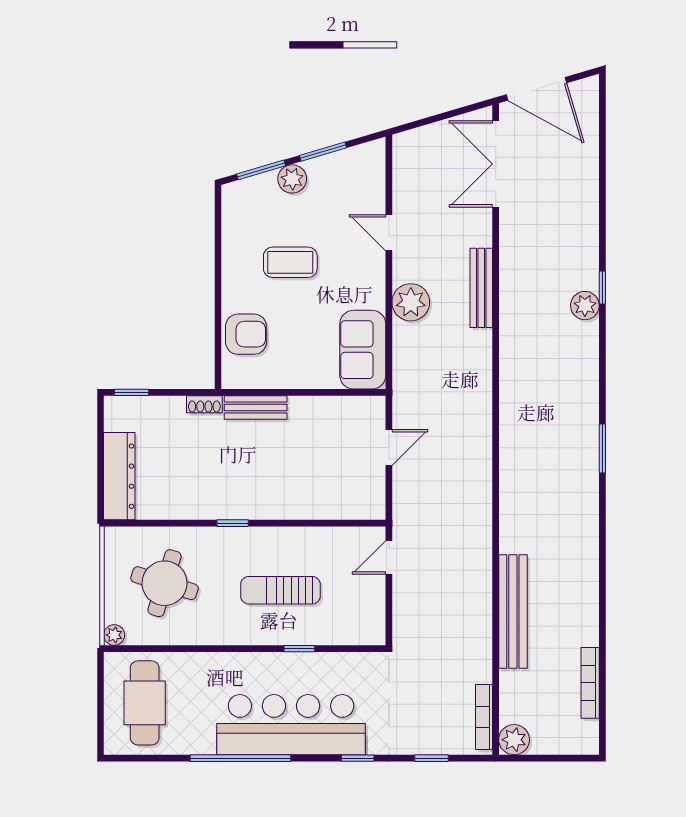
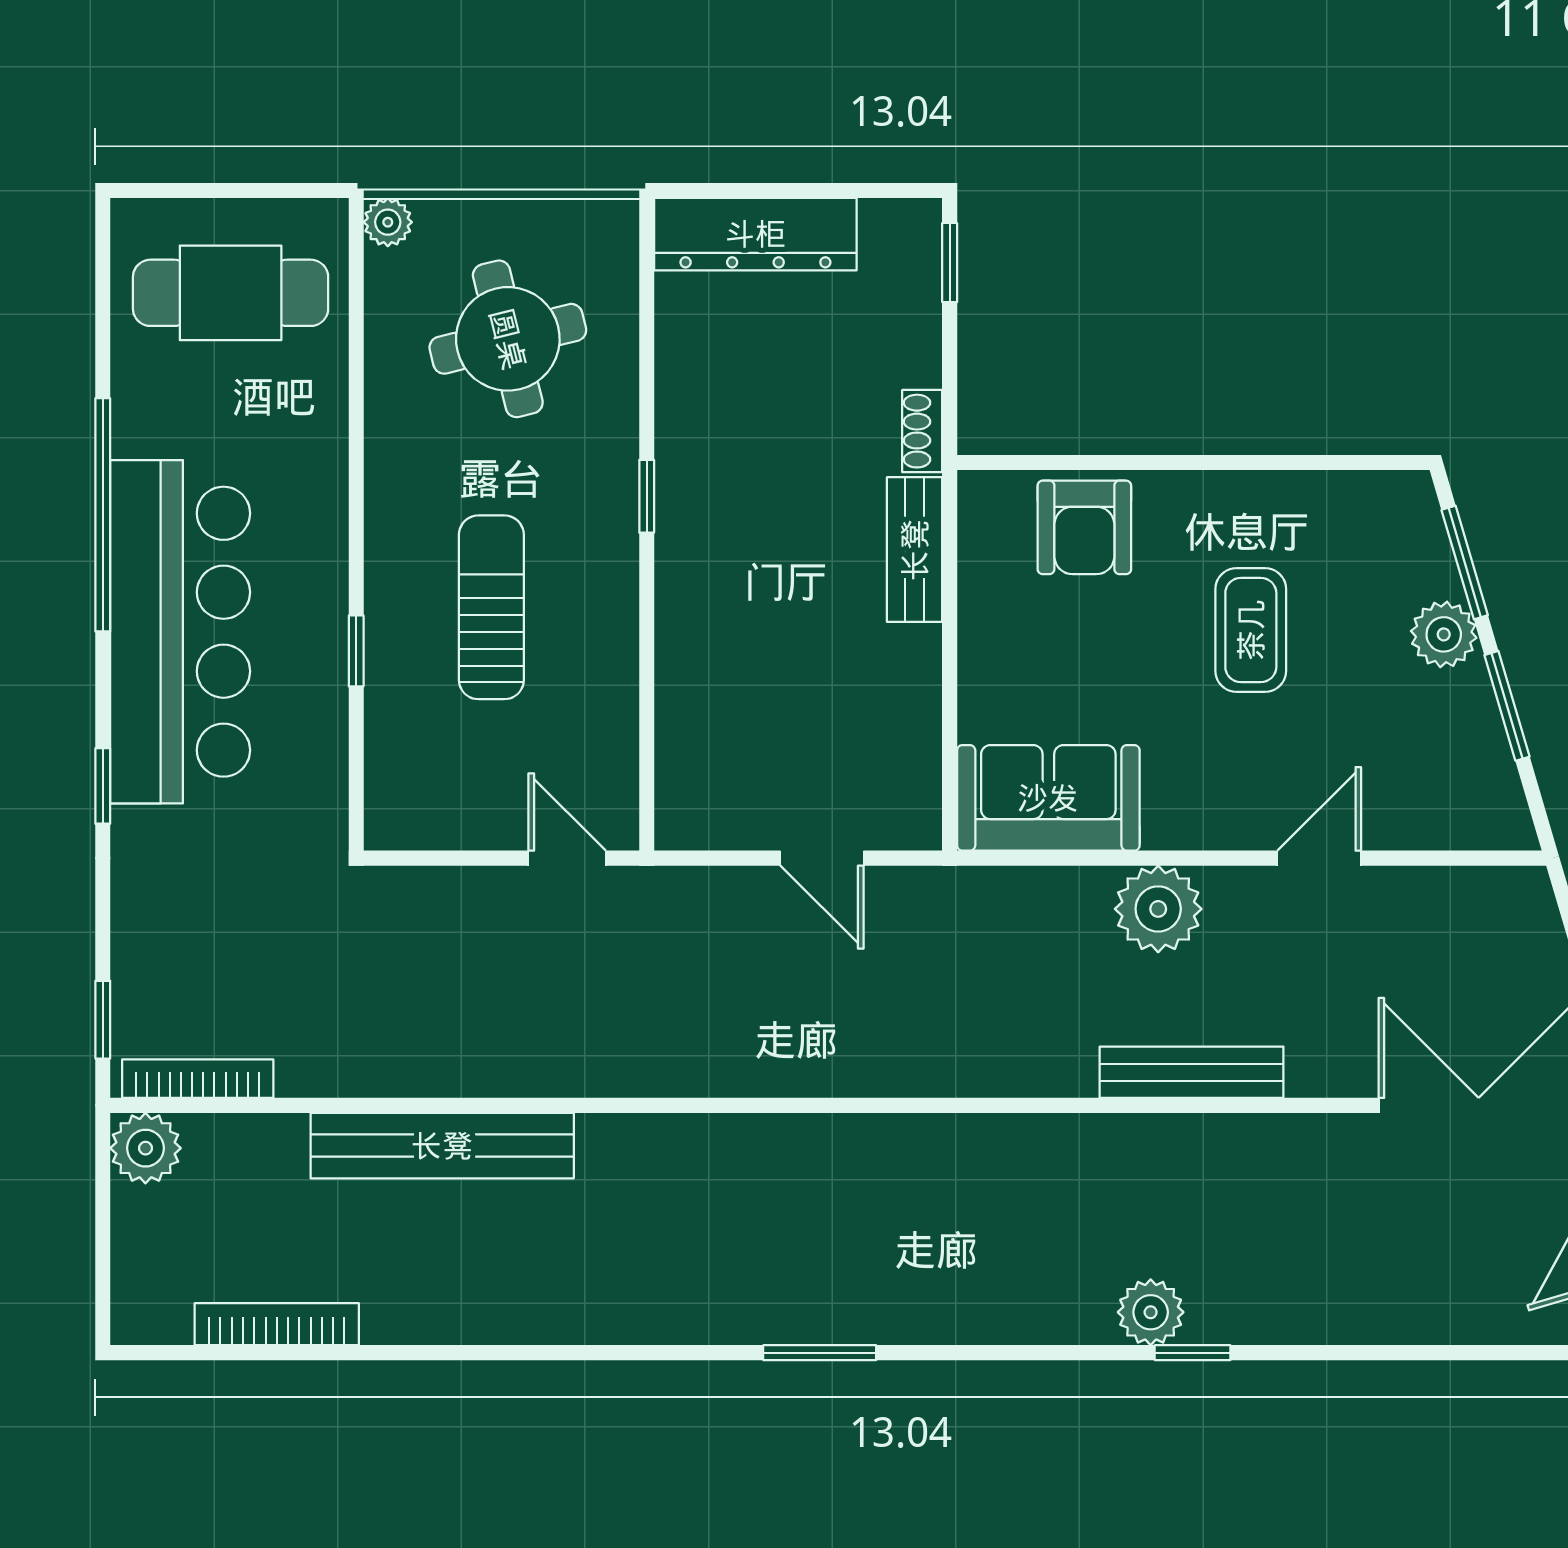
round table: (165, 583) -> (508, 339), turned -31
window: (431, 758) -> (103, 1020), moved

